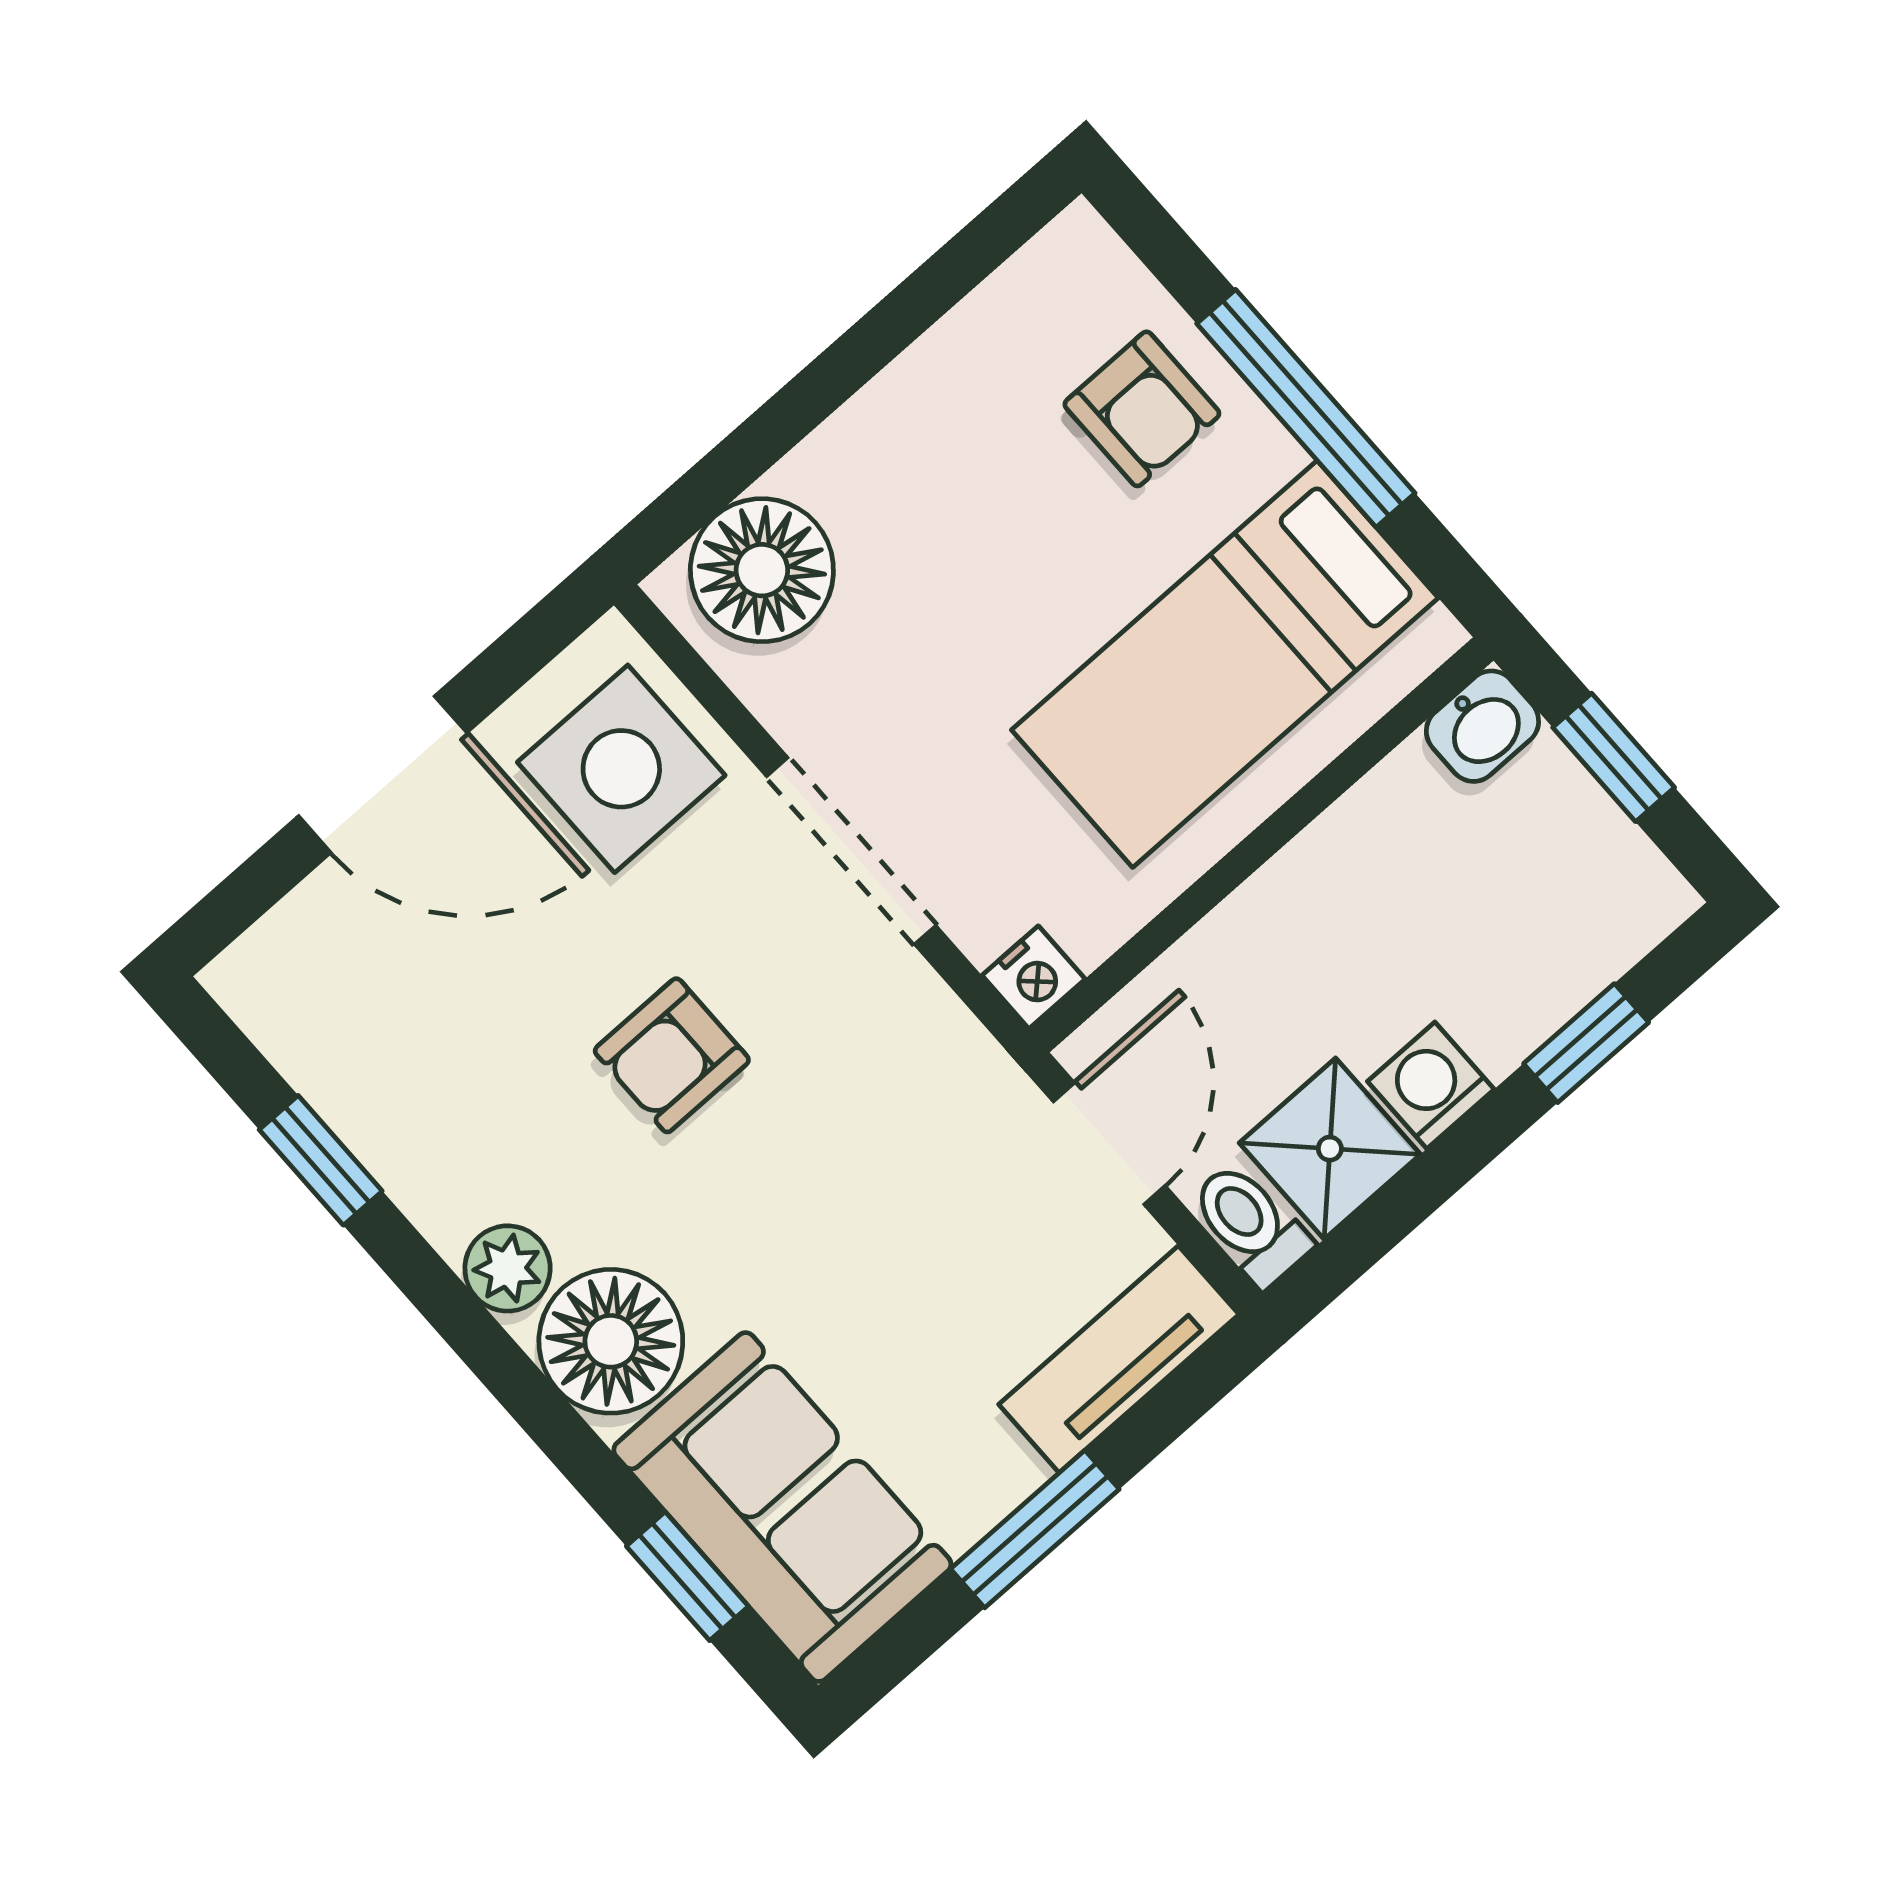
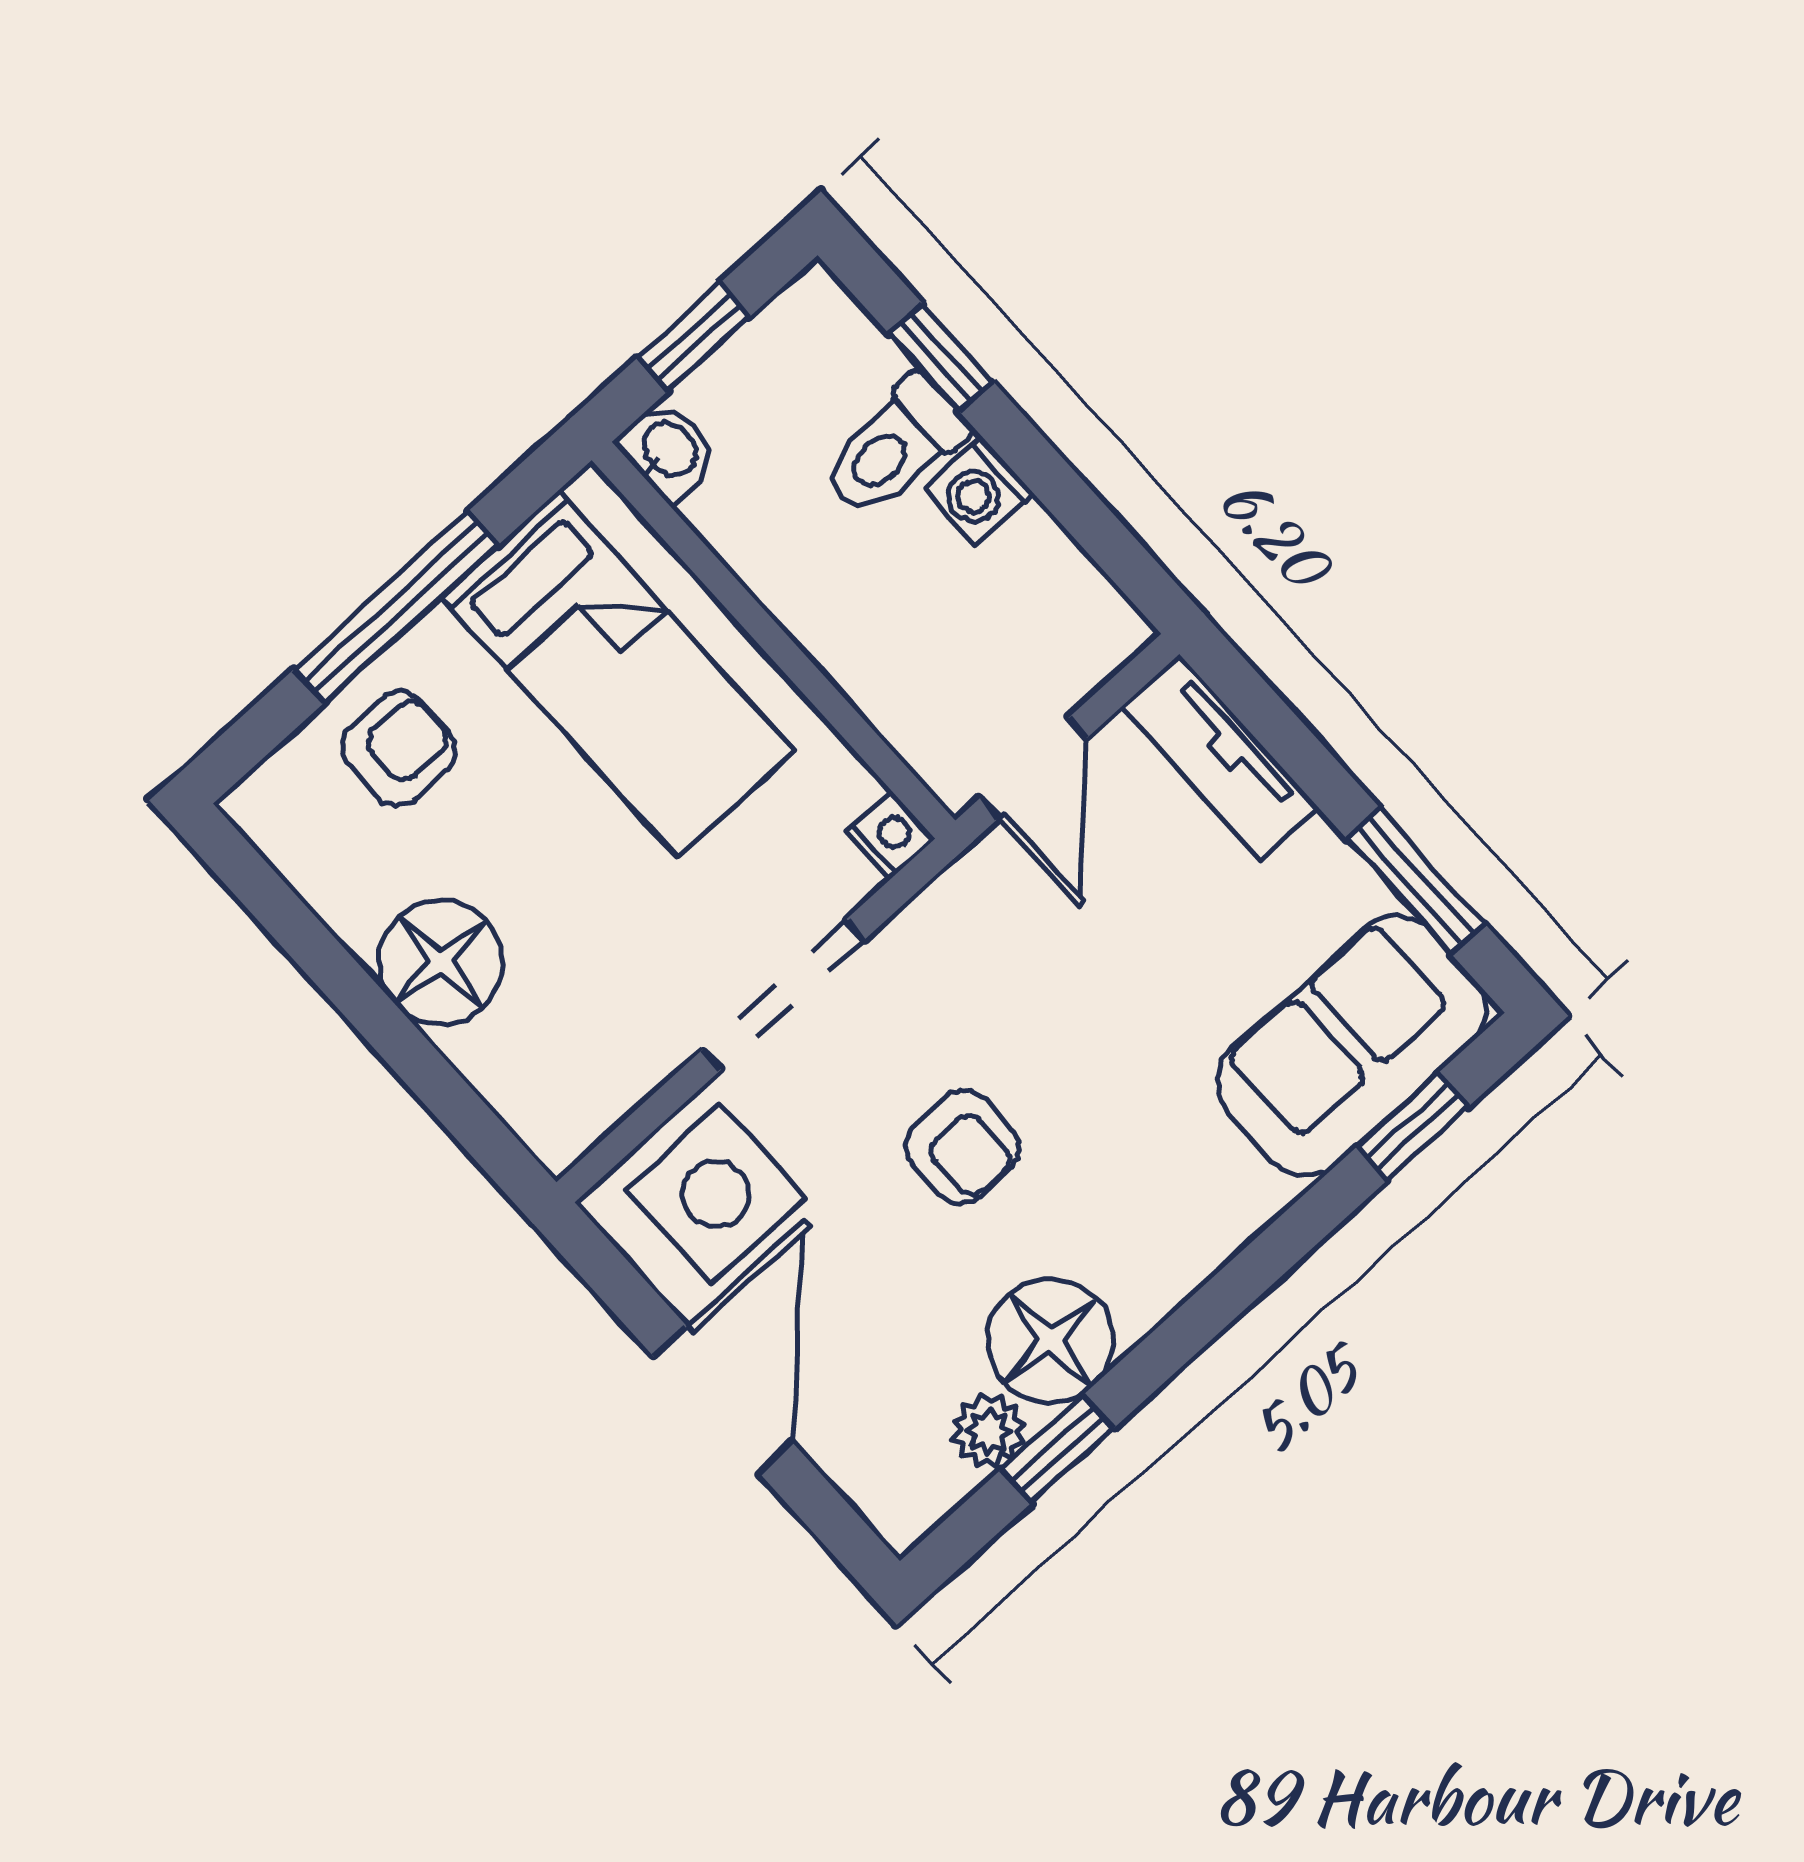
floor lamp: (762, 570) -> (440, 962), moved
door: (1109, 1144) -> (1033, 768), swing flipped
shower: (1330, 1149) -> (1035, 577), removed
toilet: (1250, 1224) -> (894, 447), moved, width x1.37, depth x1.39
plant: (508, 1268) -> (988, 1431), moved
floor lamp: (611, 1341) -> (1050, 1341), moved
window: (1035, 1529) -> (1416, 881), moved

